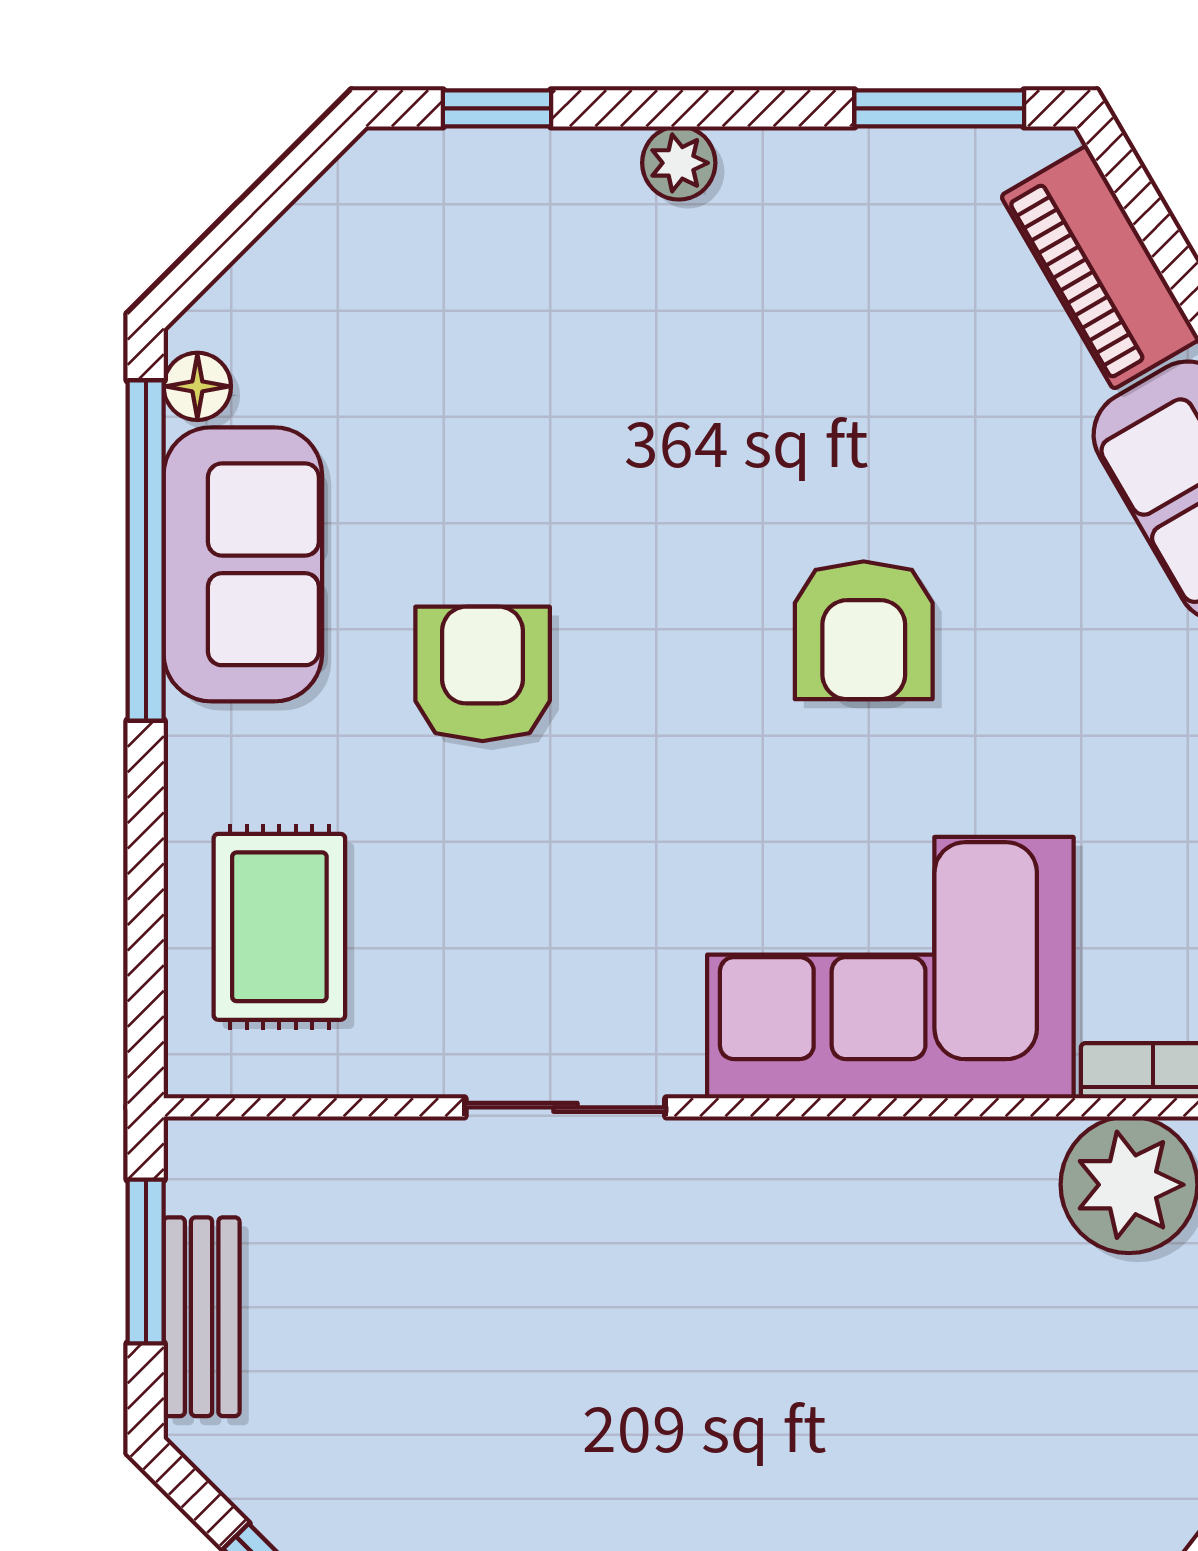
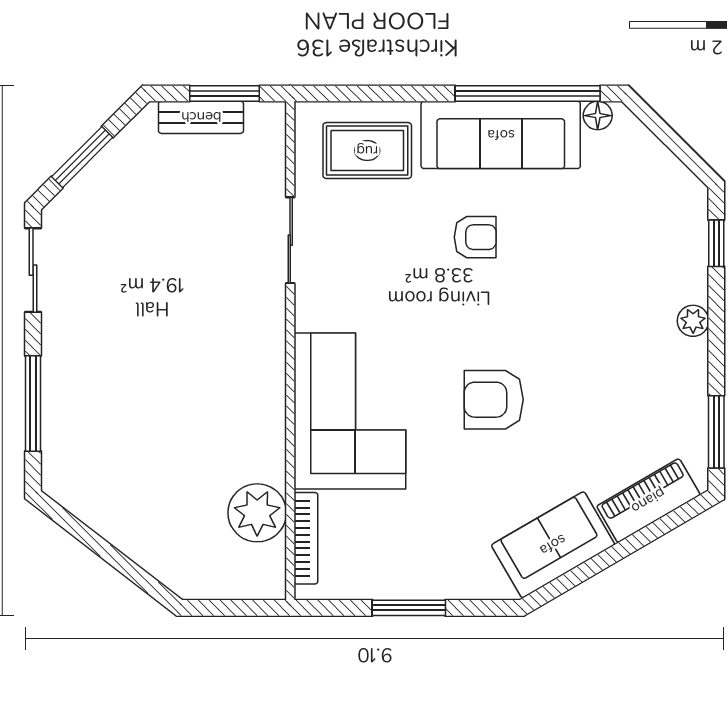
sofa: (243, 564) -> (501, 135), width x1.36
armchair: (483, 674) -> (475, 237), width x0.72, depth x0.72
sliding door: (565, 1107) -> (290, 240), moved

